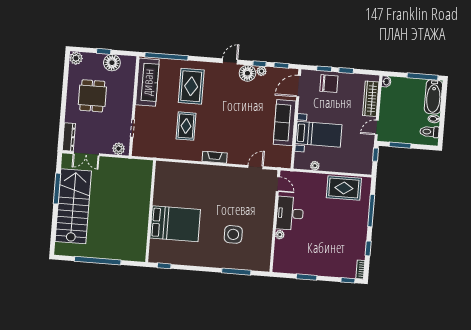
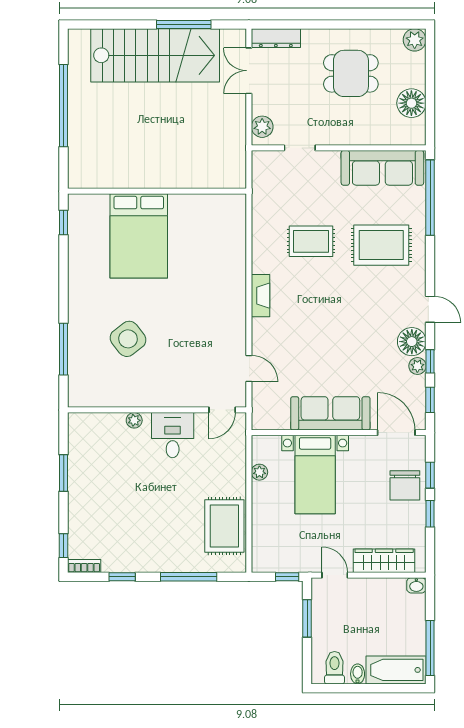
window: (104, 51) -> (430, 87), removed
desk: (290, 213) -> (173, 435), width x0.73
side table: (233, 234) -> (128, 339), turned -38

